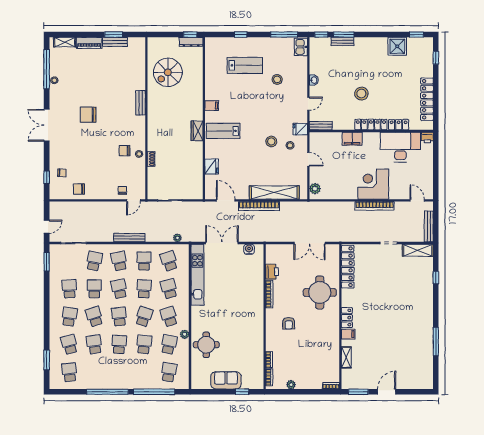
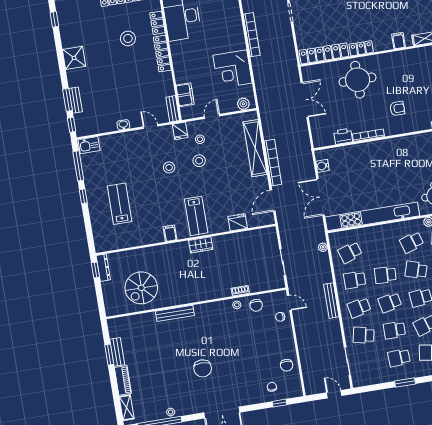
window: (241, 35) -> (83, 196), moved
shower: (397, 46) -> (74, 58), moved
spiral stairs: (168, 72) -> (141, 288), turned 90
stool: (277, 79) -> (169, 167), moved
stool: (361, 94) -> (128, 38), moved
bench: (141, 103) -> (175, 313), width x1.36
filing cabinet: (352, 139) -> (185, 95), moved
chair: (124, 151) -> (256, 305), moved
corner desk: (373, 184) -> (233, 69), moved
window: (47, 262) -> (405, 383), moved
kitchen unit: (197, 275) -> (372, 216), width x1.36
school desk: (169, 289) -> (381, 247), removed
locker: (347, 318) -> (361, 48), moved

